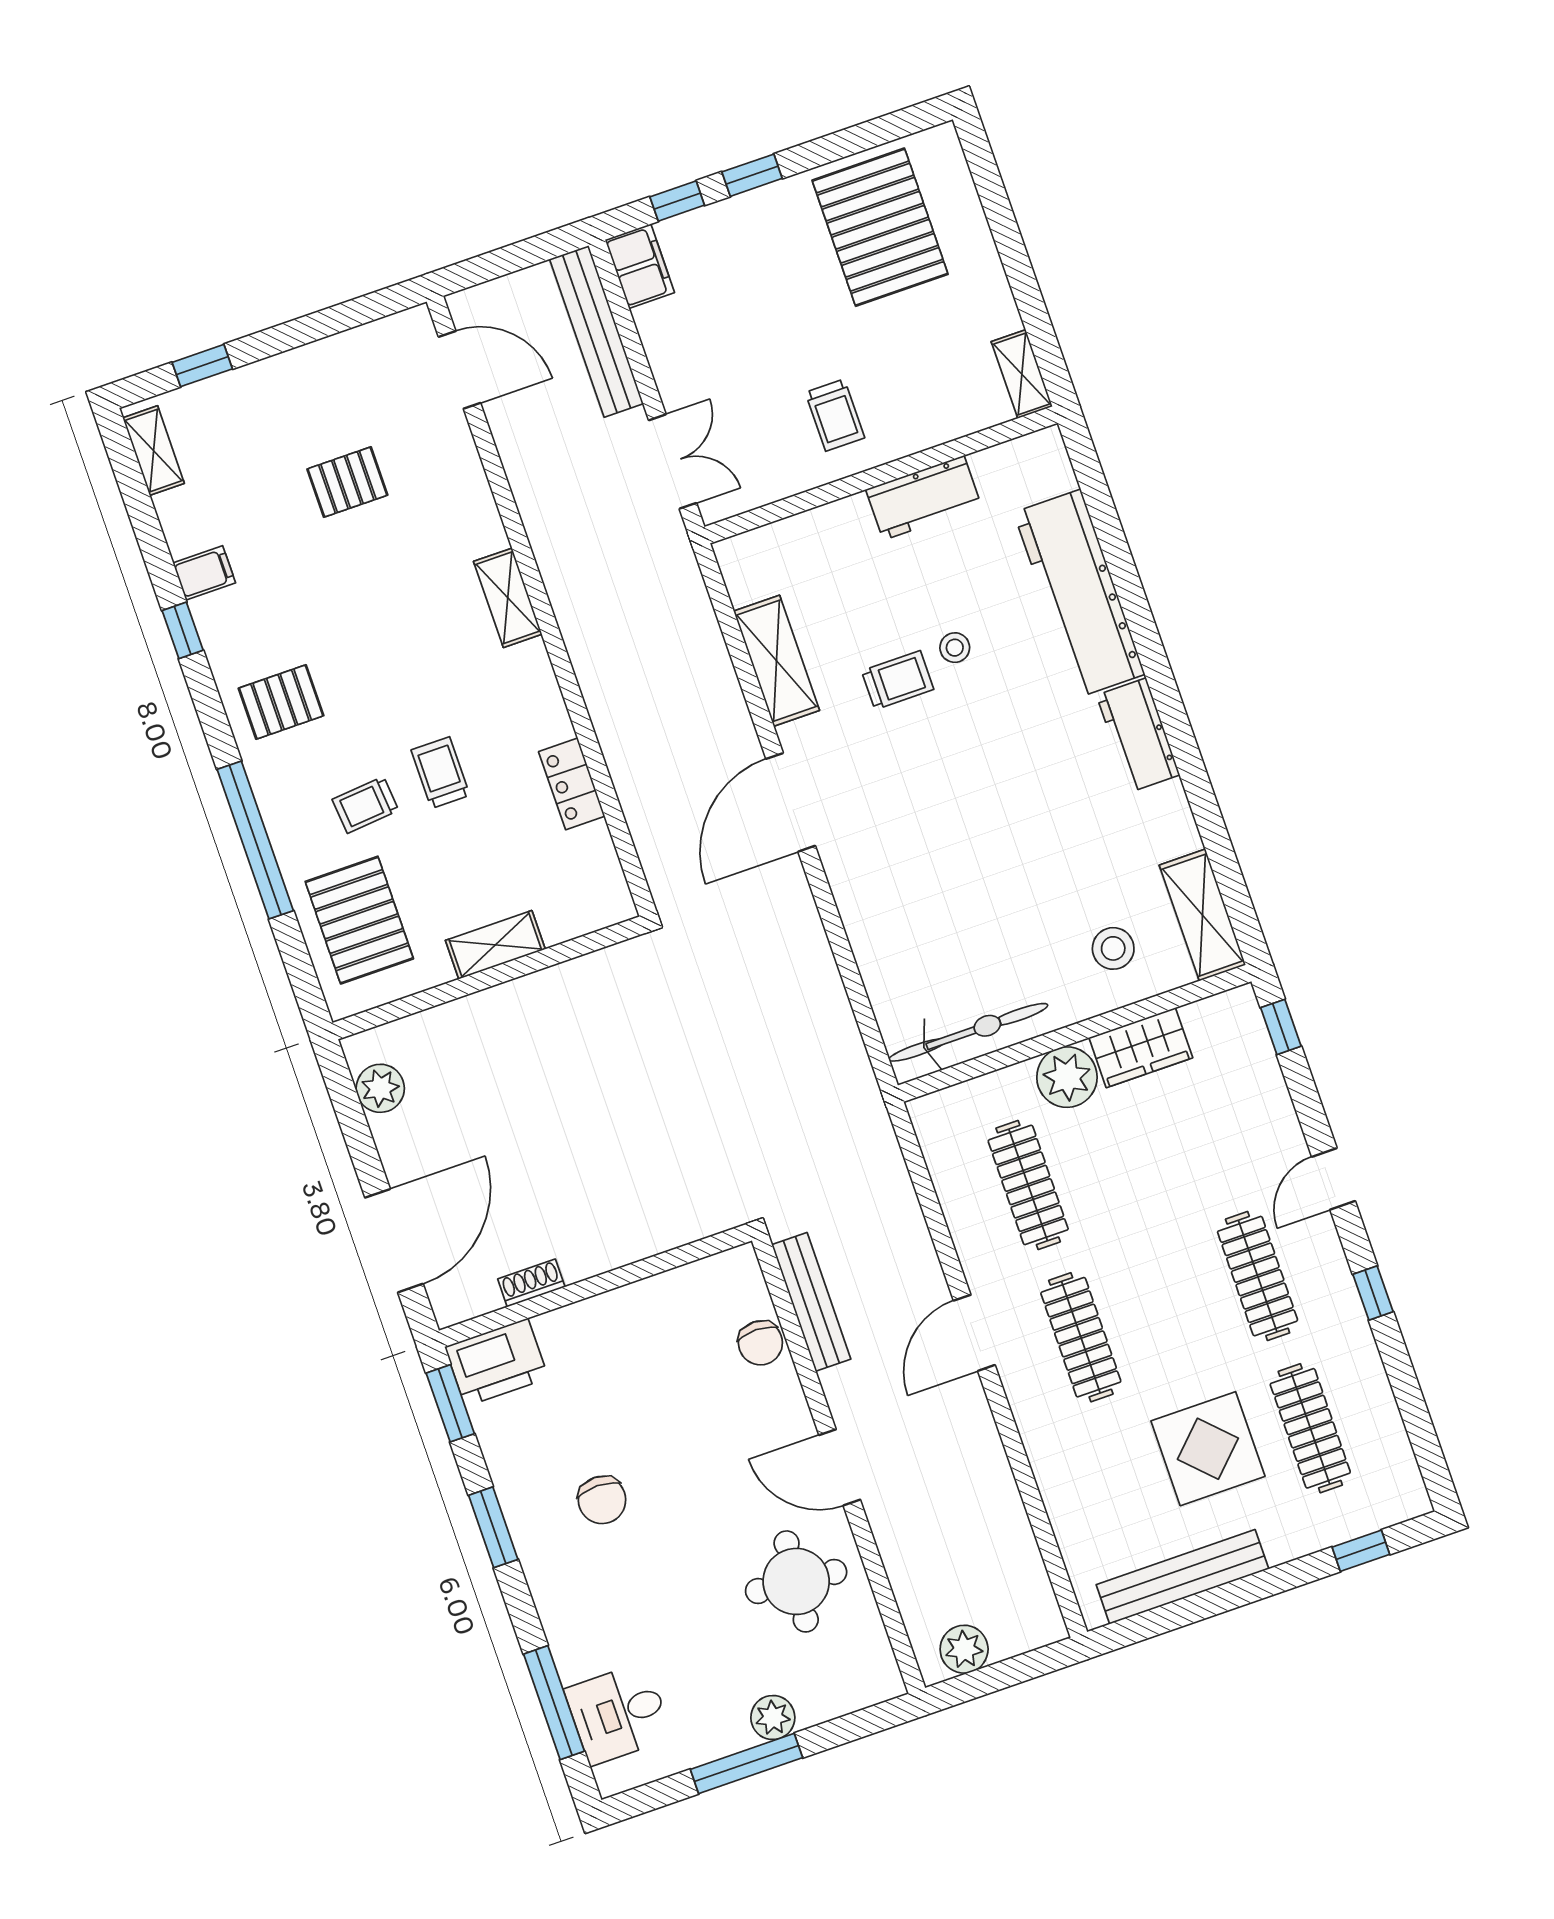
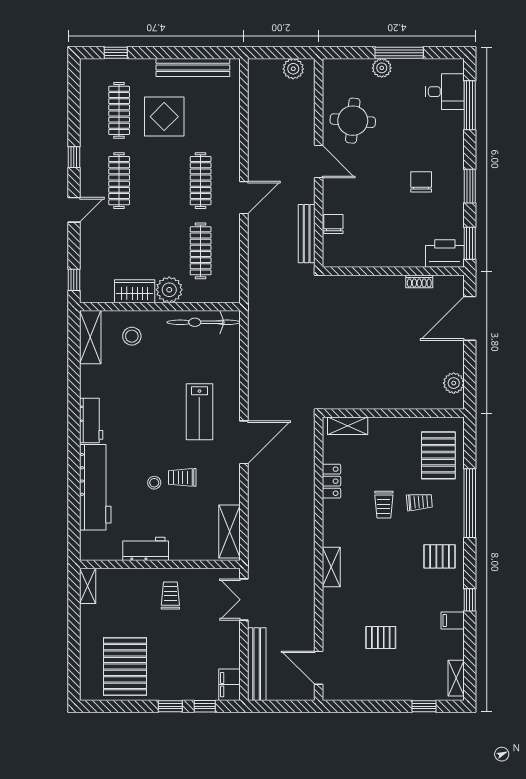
shelving: (777, 661) -> (229, 532), moved
lab bench: (910, 835) -> (199, 412), added
shelving: (495, 945) -> (348, 426), moved

